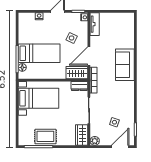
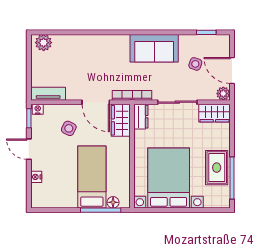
plant: (129, 21) -> (44, 43), added
sofa: (125, 65) -> (154, 48), moved
bed with nightstands: (38, 98) -> (169, 178), width x1.36
door: (120, 147) -> (232, 71), moved

